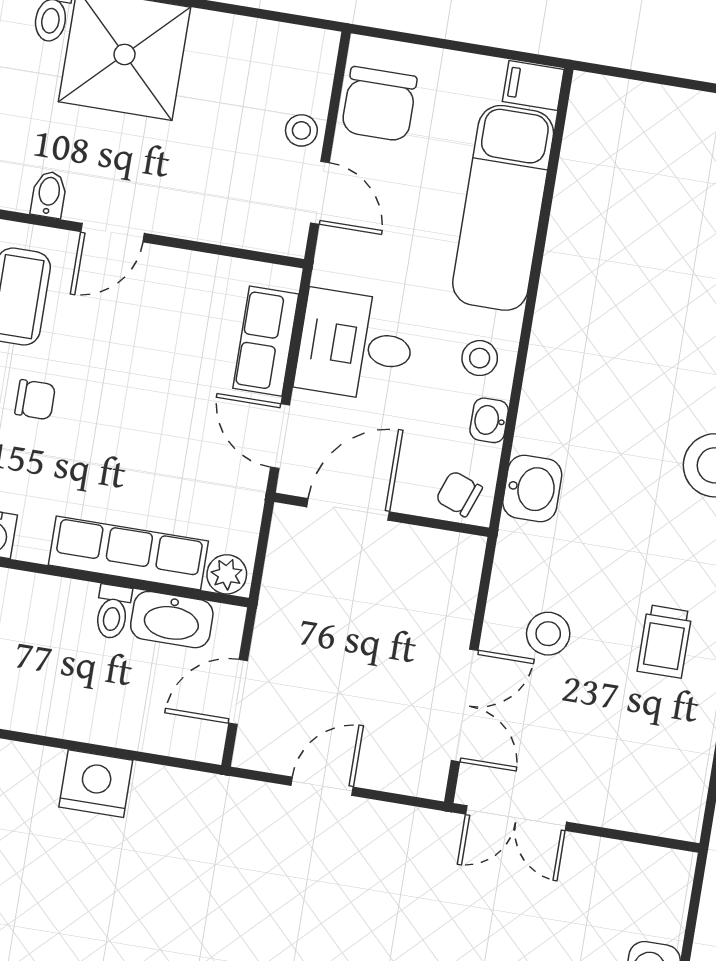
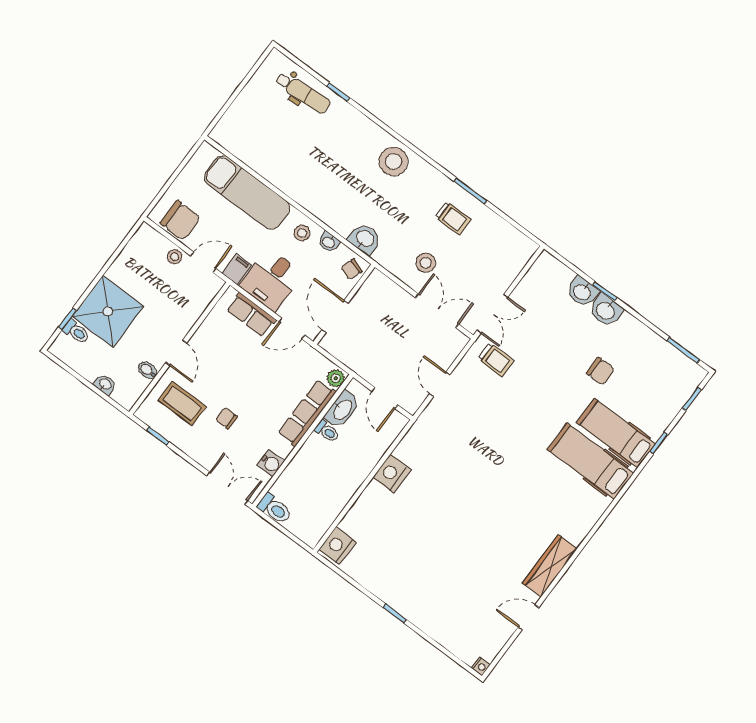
filing cabinet: (533, 85) -> (237, 269), moved, turned 180
chair: (35, 400) -> (227, 418), turned -90
trolley: (429, 872) -> (496, 360), added

